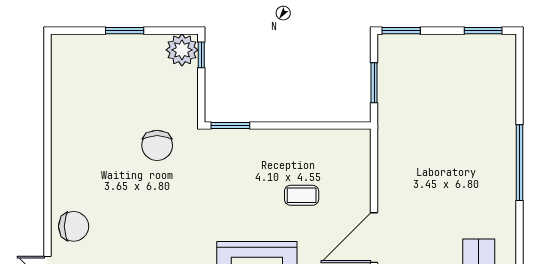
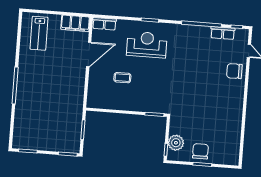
plant: (182, 50) -> (176, 143), moved
chair: (157, 145) -> (200, 151), moved

